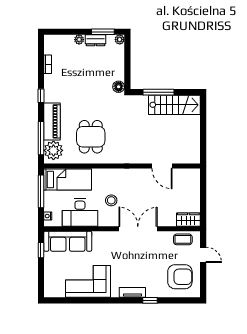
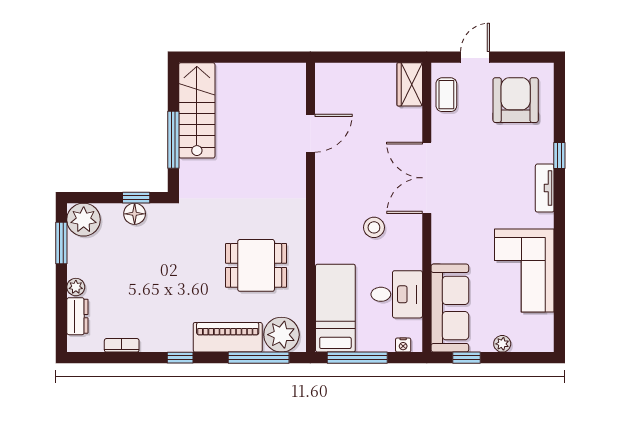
dresser: (96, 40) -> (77, 316), moved
plant: (120, 40) -> (84, 220), width x1.88, depth x1.88
window: (127, 72) -> (136, 198), added
floor lamp: (119, 87) -> (135, 214), moved
desk: (80, 213) -> (397, 294), width x0.73
plant: (48, 270) -> (502, 344), added

